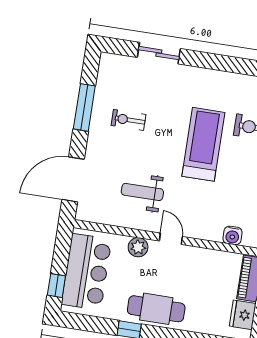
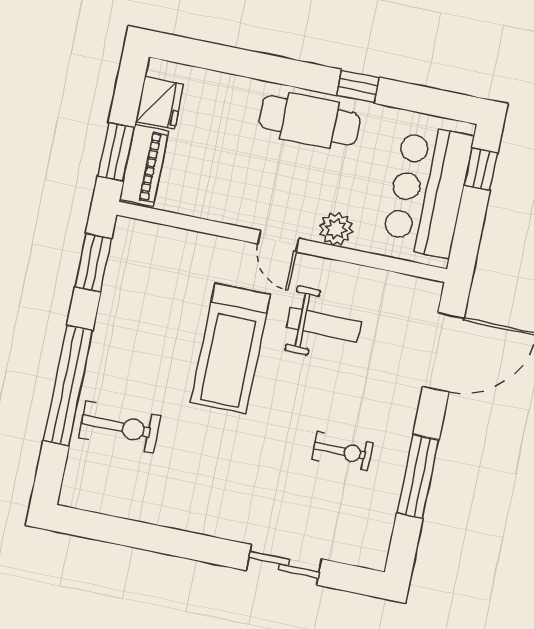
treadmill: (203, 144) -> (230, 348), moved
water cooler: (232, 236) -> (171, 242), removed

